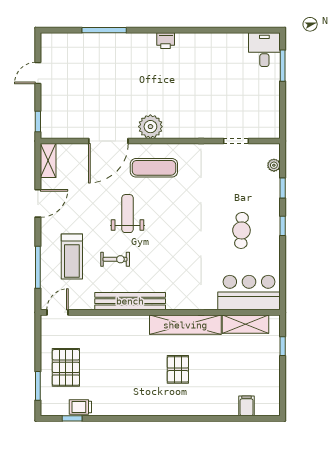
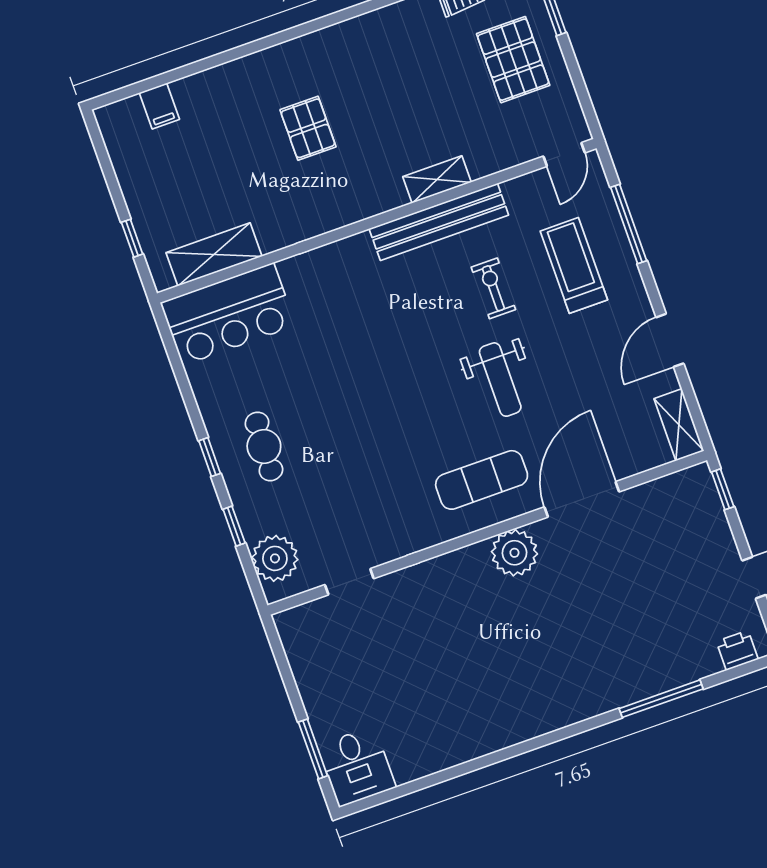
printer: (166, 41) -> (737, 650), moved
plant: (274, 165) -> (275, 558), width x1.88, depth x1.88
cafe table: (241, 230) -> (264, 446), moved
exercise bike: (115, 259) -> (493, 288), turned 90
shelving: (185, 325) -> (437, 179), moved, width x0.45, depth x0.75

